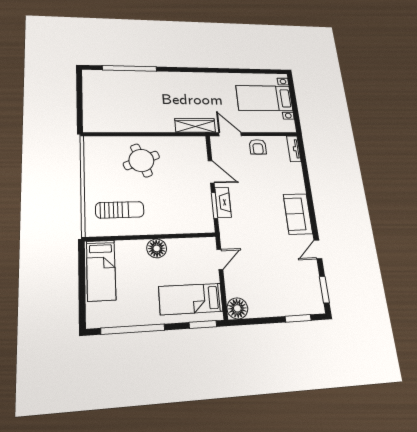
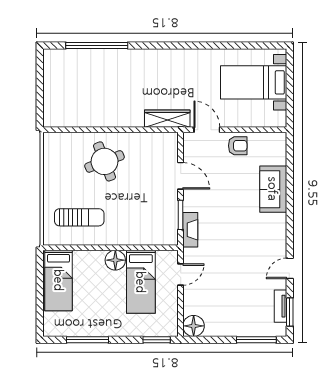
armchair: (258, 147) -> (238, 146), turned -90
tv unit: (294, 149) -> (280, 306), moved
fireplace: (223, 202) -> (190, 230), moved
sofa: (298, 214) -> (273, 189), moved
bed: (191, 299) -> (141, 282), moved, turned -90
window: (298, 318) -> (256, 340), width x1.44
window: (133, 329) -> (87, 340), width x0.68

